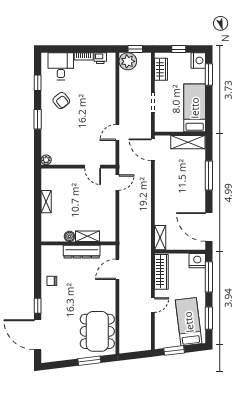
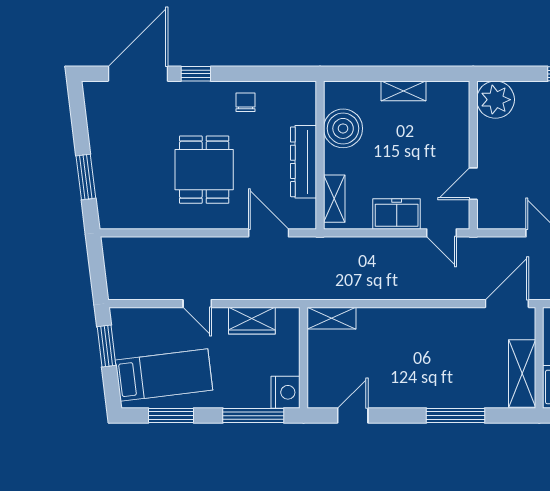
plant: (46, 160) -> (496, 100), width x1.88, depth x1.88
freezer: (108, 205) -> (397, 214), added
door: (209, 227) -> (353, 416), width x0.53
boiler: (69, 236) -> (343, 128), width x1.86, depth x1.86
shelving: (88, 236) -> (334, 199), moved
wardrobe: (161, 272) -> (252, 321), width x0.67
dining table: (97, 331) -> (204, 170), moved, width x0.73

